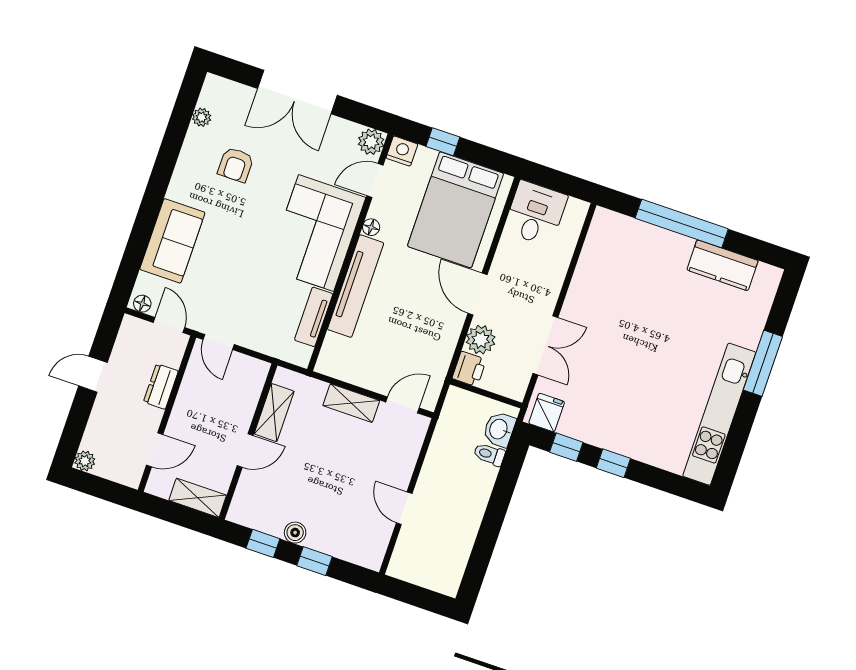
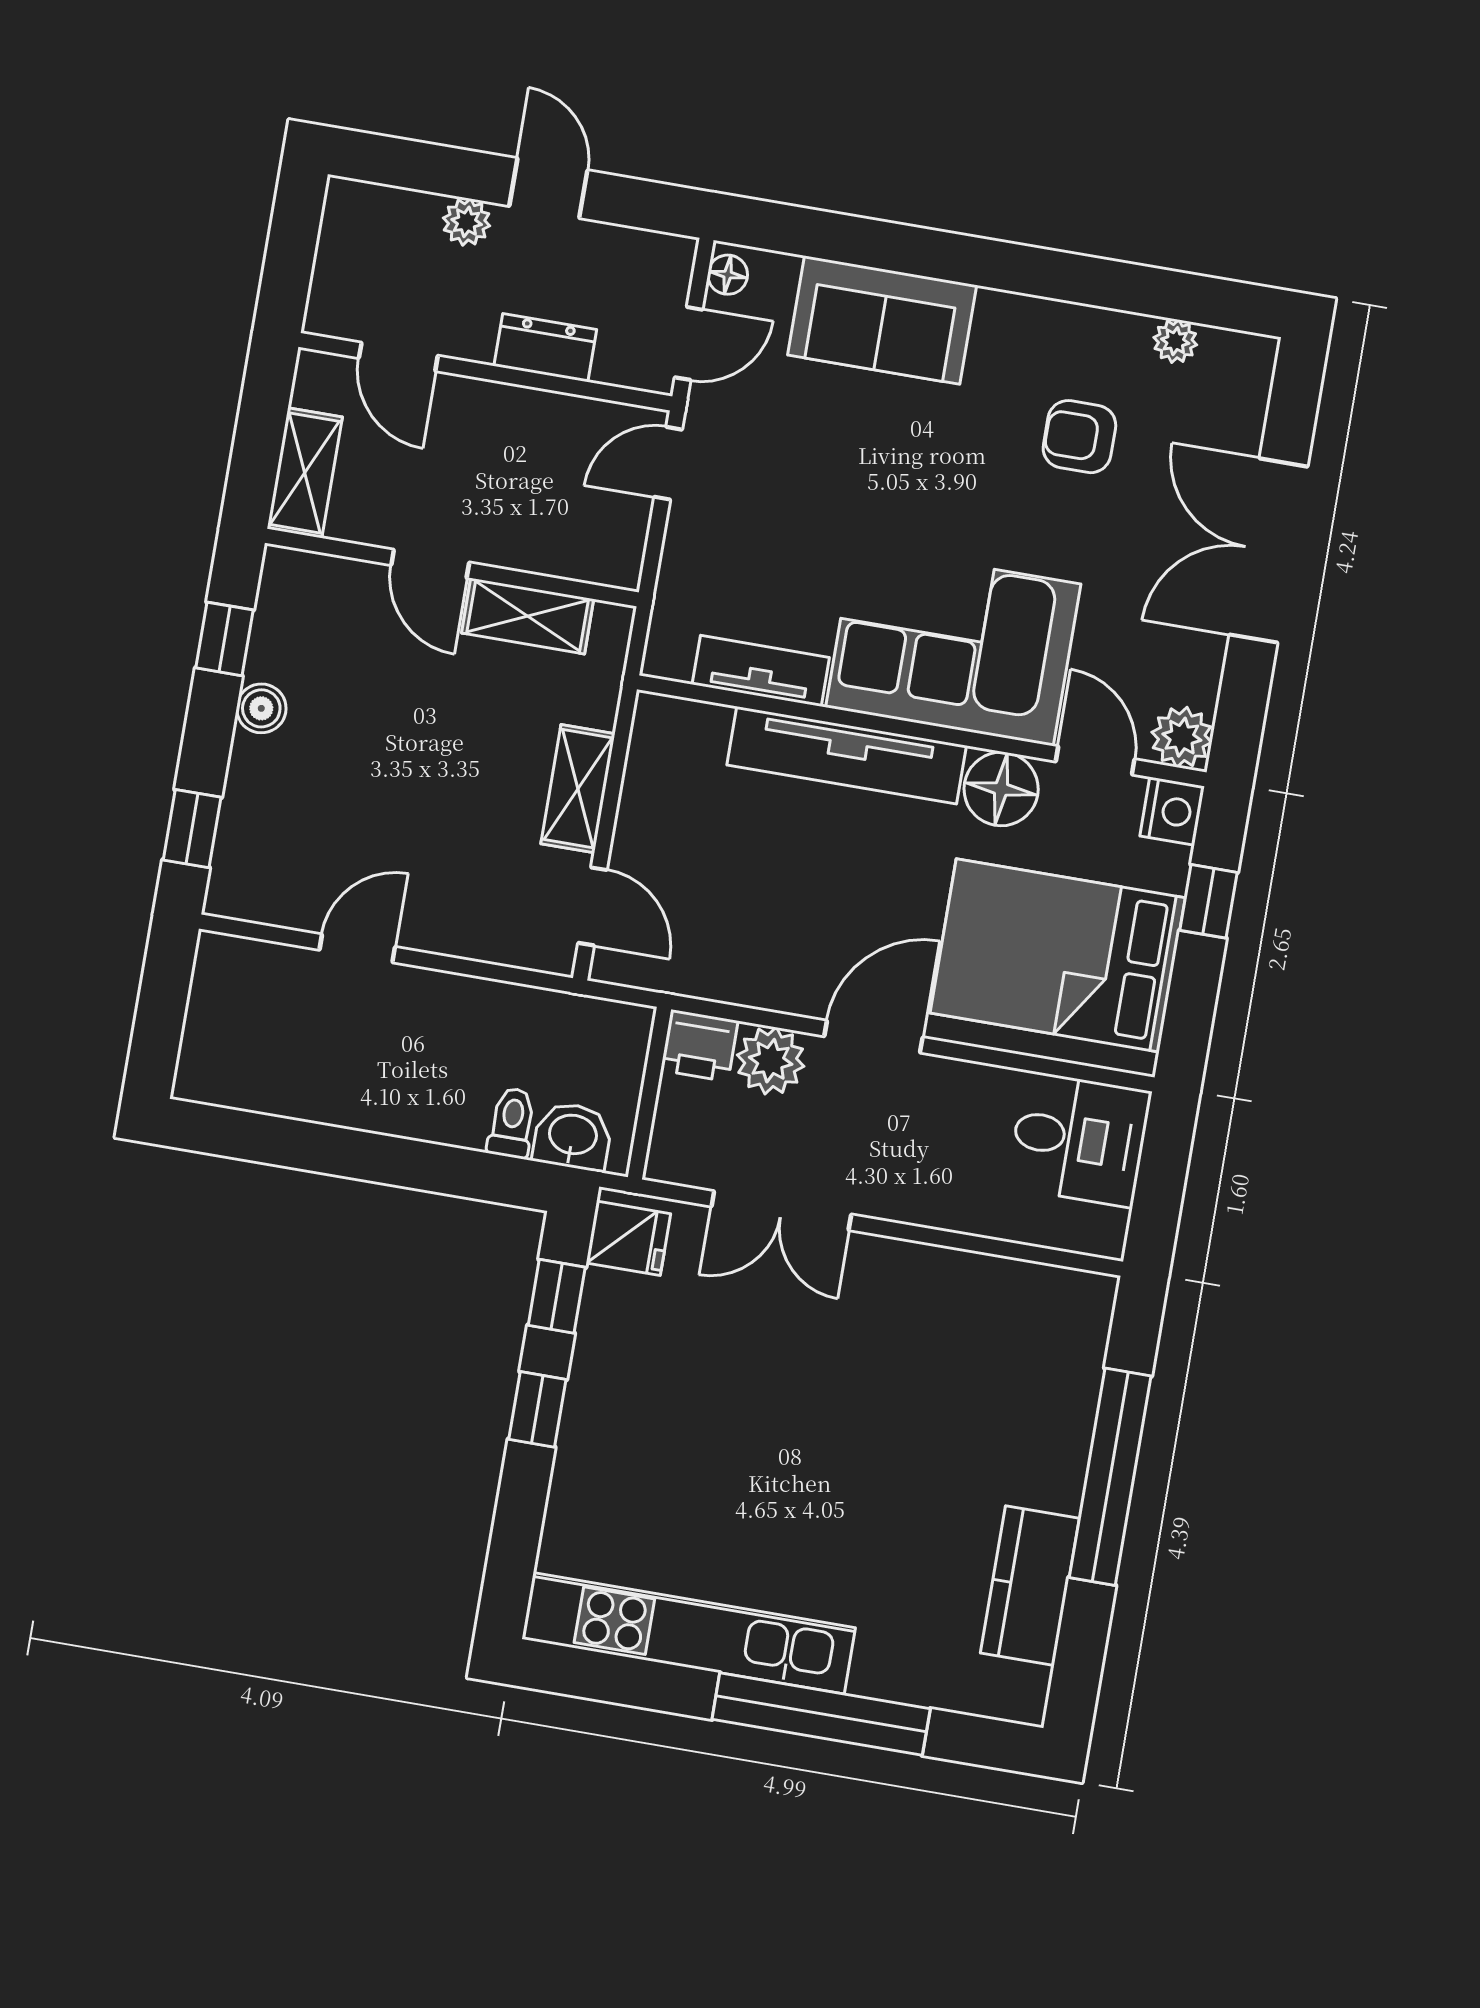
floor lamp: (371, 227) -> (1001, 789), width x1.89, depth x1.89
window: (763, 363) -> (821, 1714), width x1.46
plant: (85, 461) -> (467, 222), moved
window: (314, 561) -> (192, 829), moved

